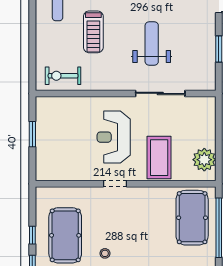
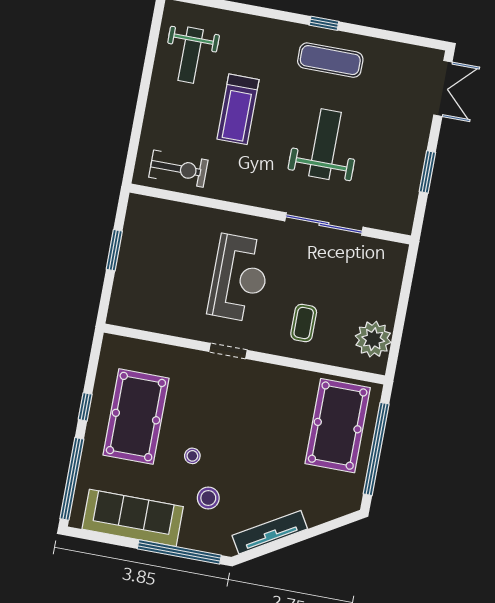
exercise bike: (63, 76) -> (178, 169), turned 180
reception desk: (114, 137) -> (239, 278), turned 180
coffee table: (159, 158) -> (304, 323), width x0.54, depth x0.58

